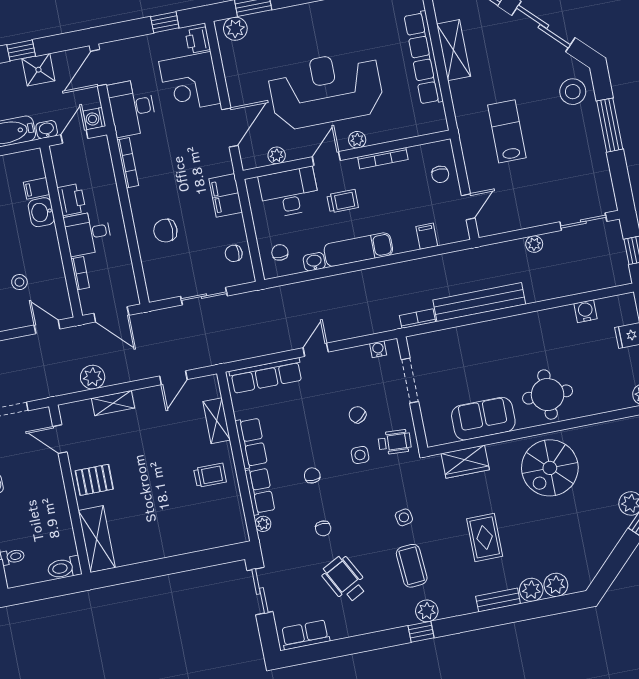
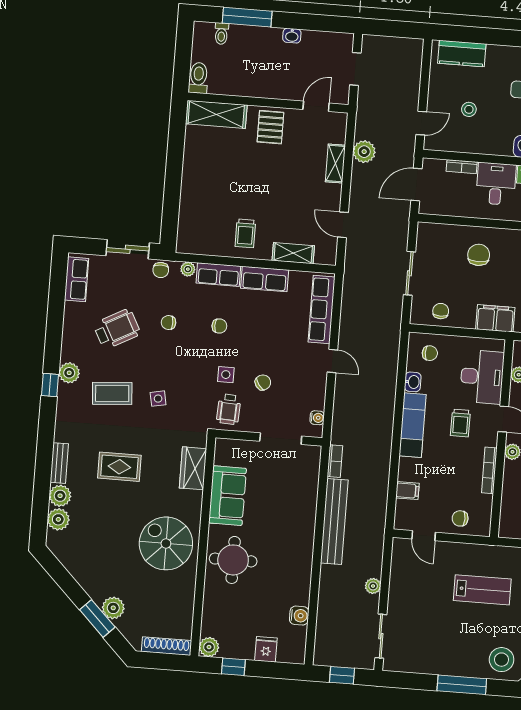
chair: (272, 551) -> (161, 270), added
plant: (427, 611) -> (69, 373), moved

